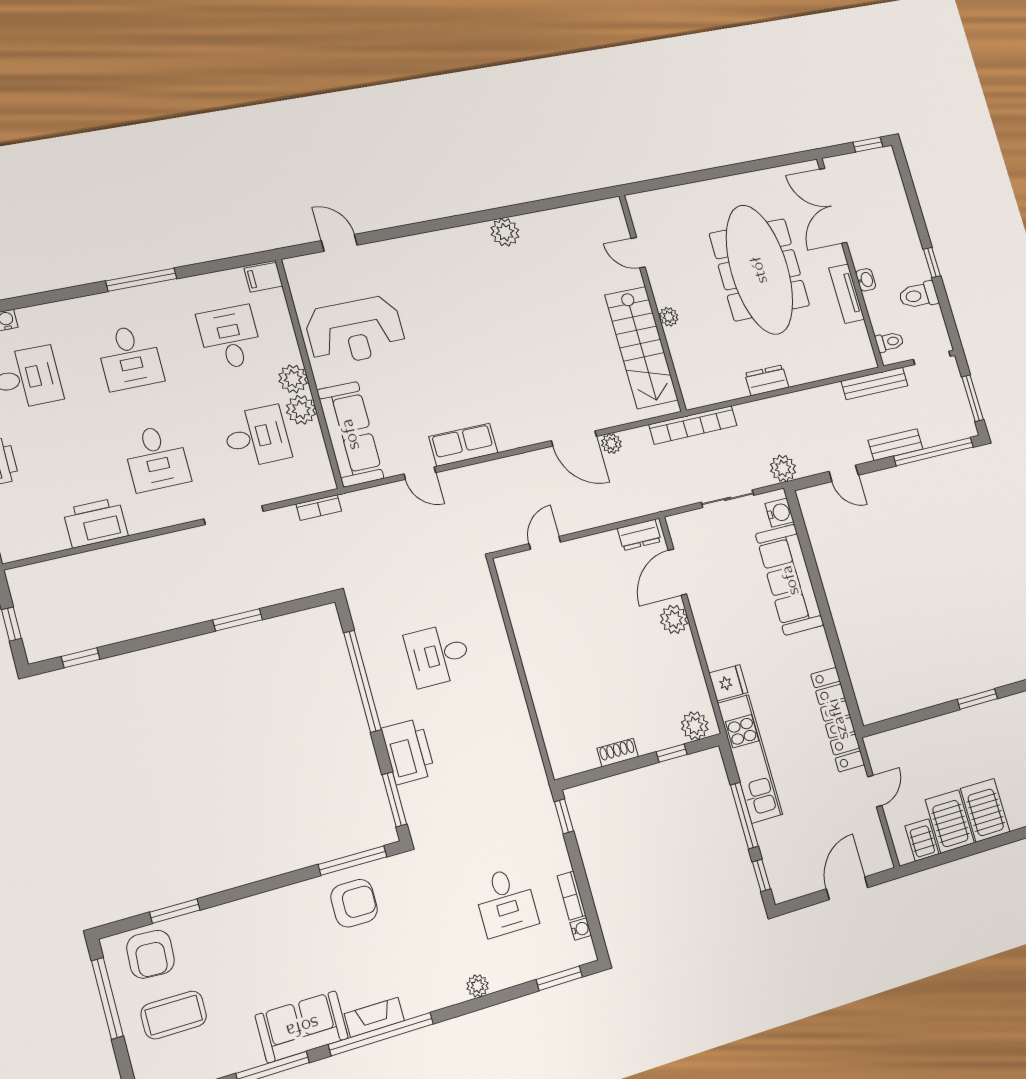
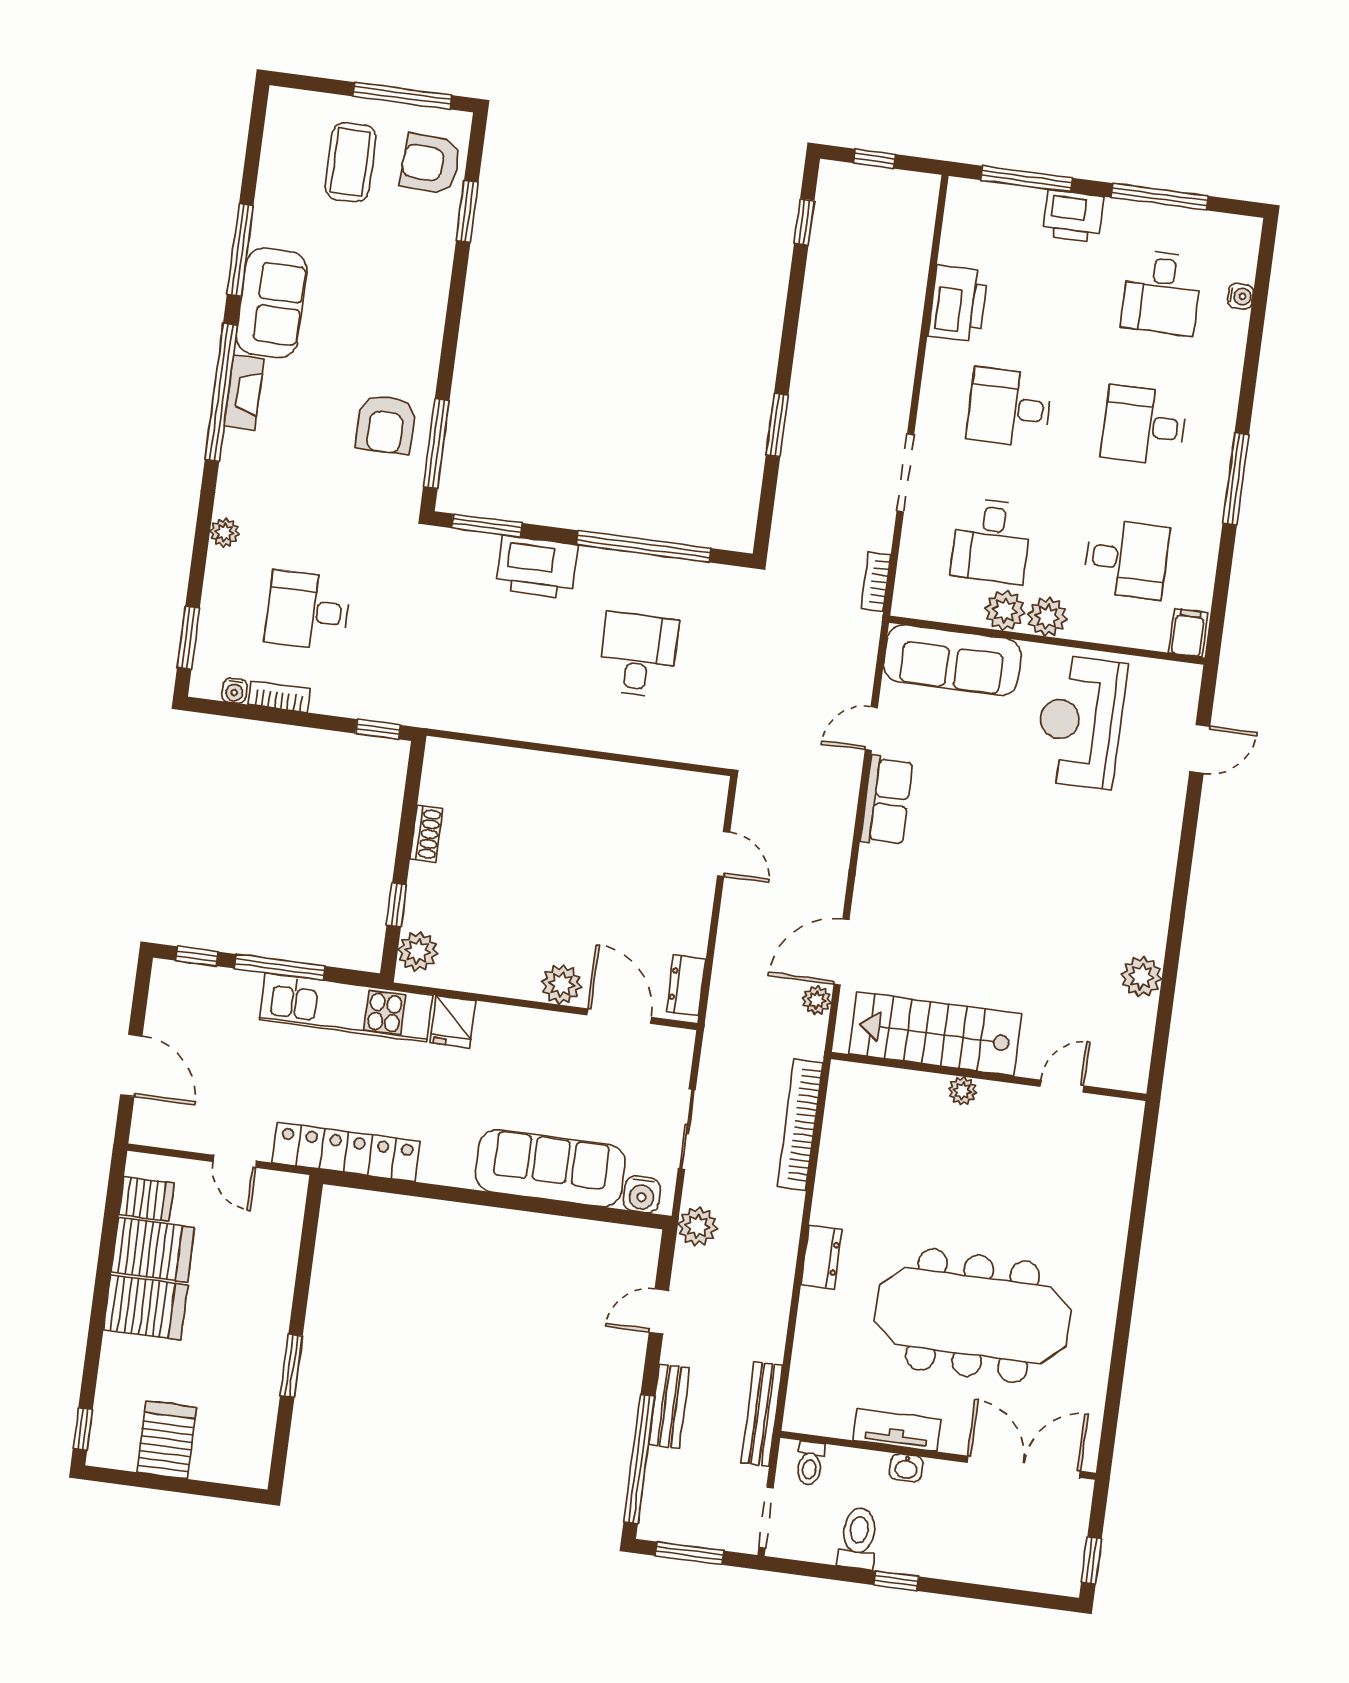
door: (638, 253) -> (1062, 1086), moved
wall: (653, 303) -> (989, 1076), moved
plant: (669, 317) -> (962, 1091), moved
stairs: (641, 348) -> (935, 1034), moved

